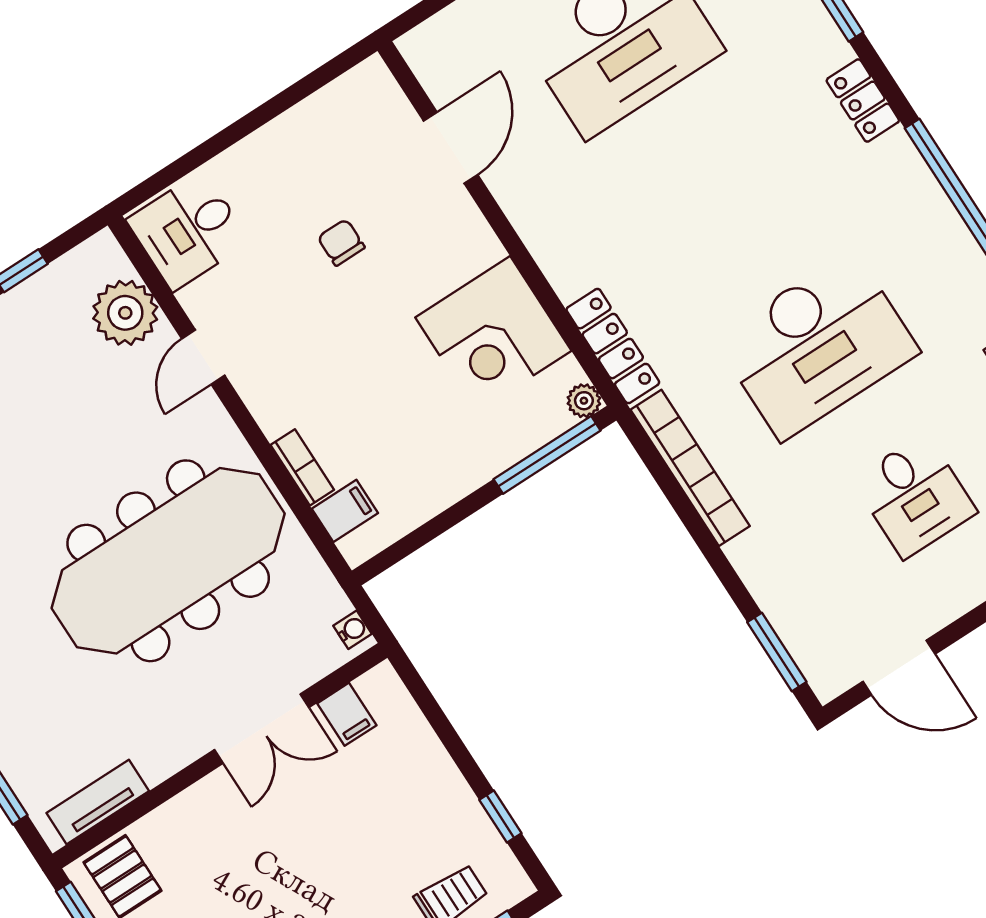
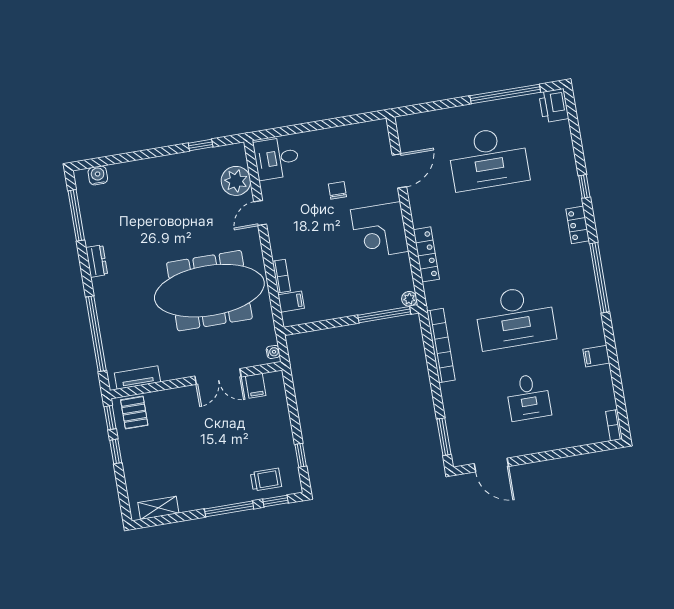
corner desk: (493, 334) -> (380, 231), moved
locker: (613, 346) -> (426, 254), moved

